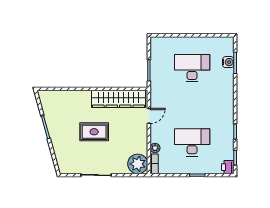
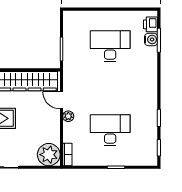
door: (149, 116) -> (61, 100), swing flipped
plant: (155, 148) -> (68, 116), moved
printer: (228, 167) -> (151, 24), moved

